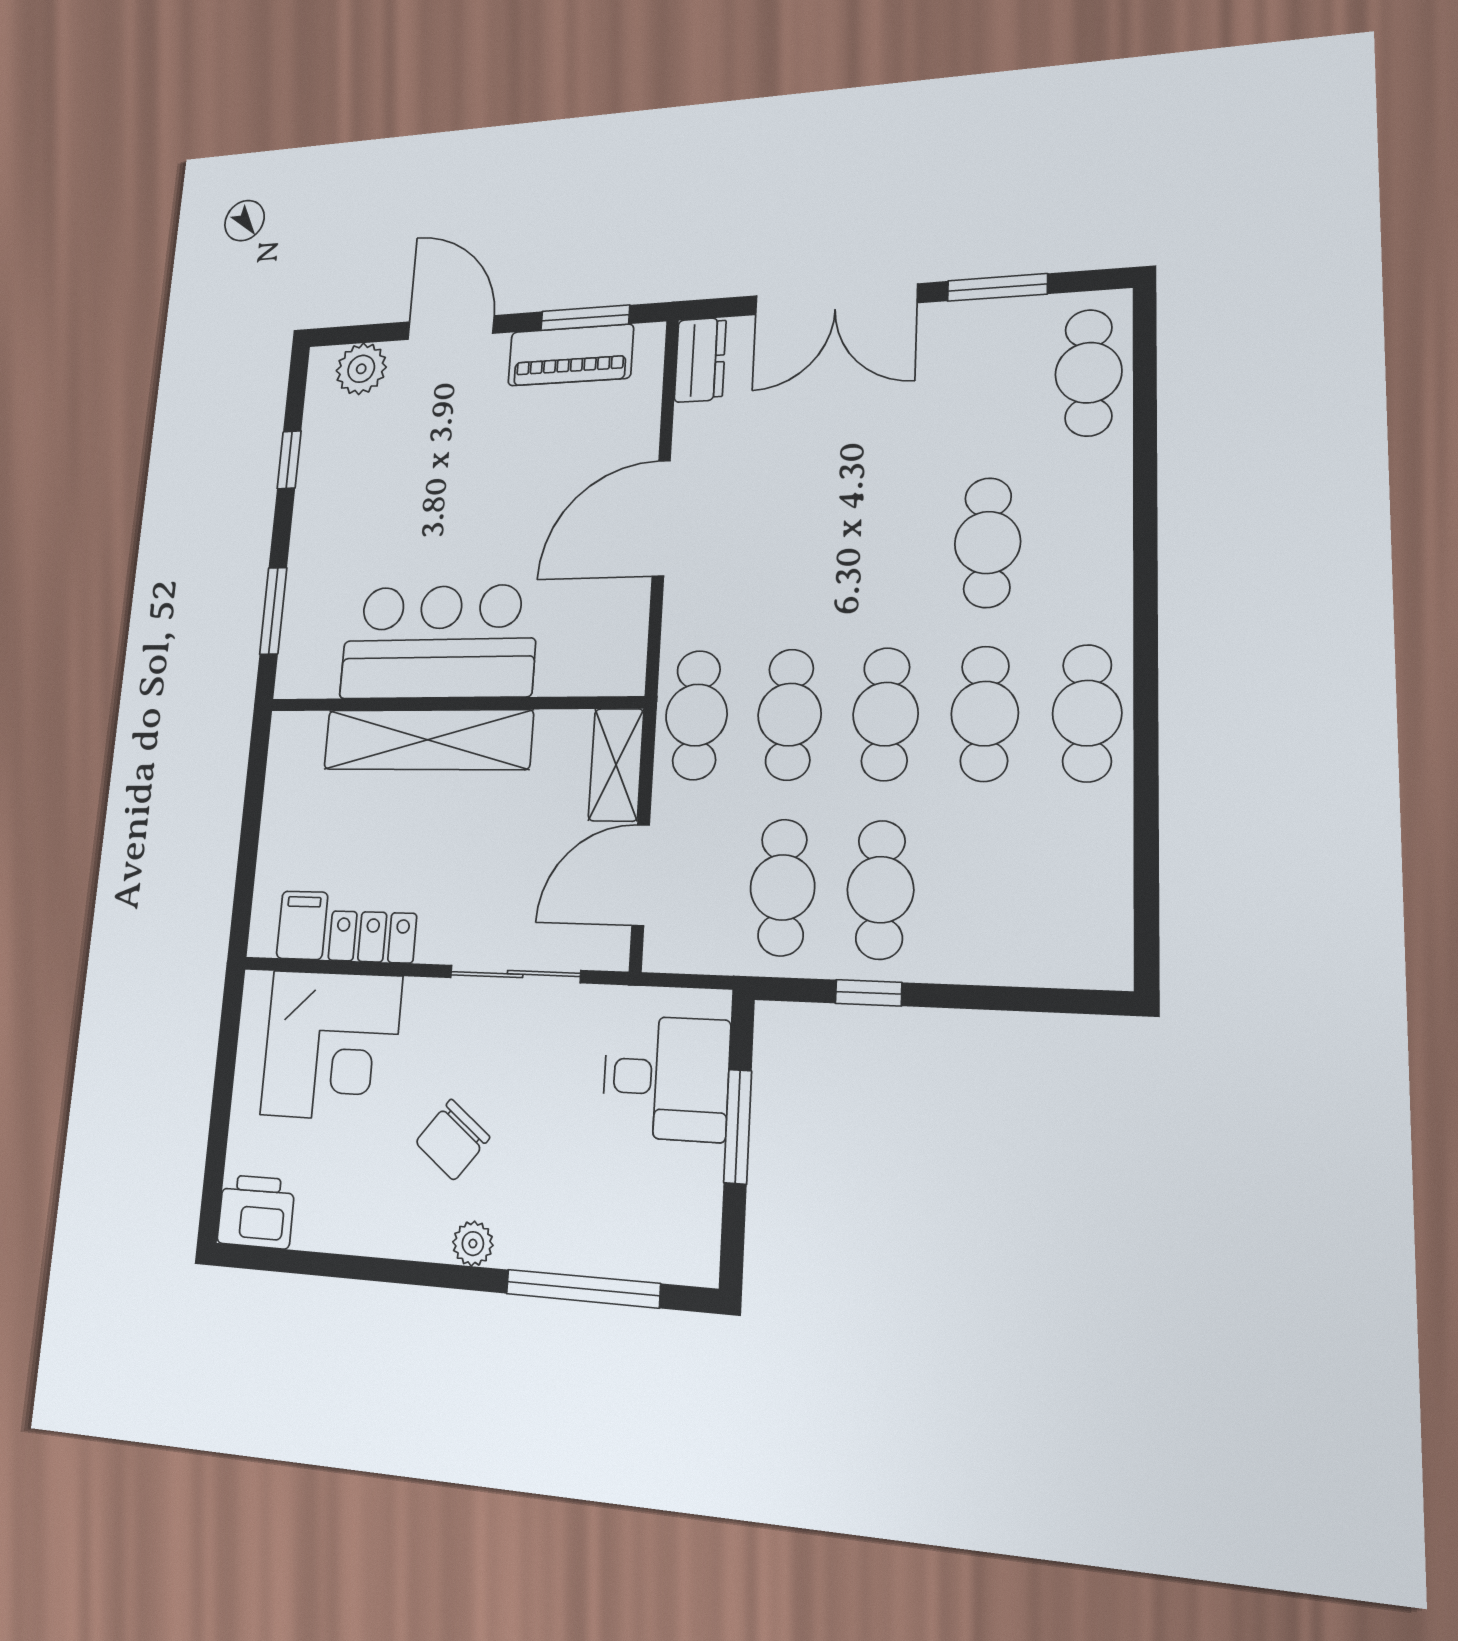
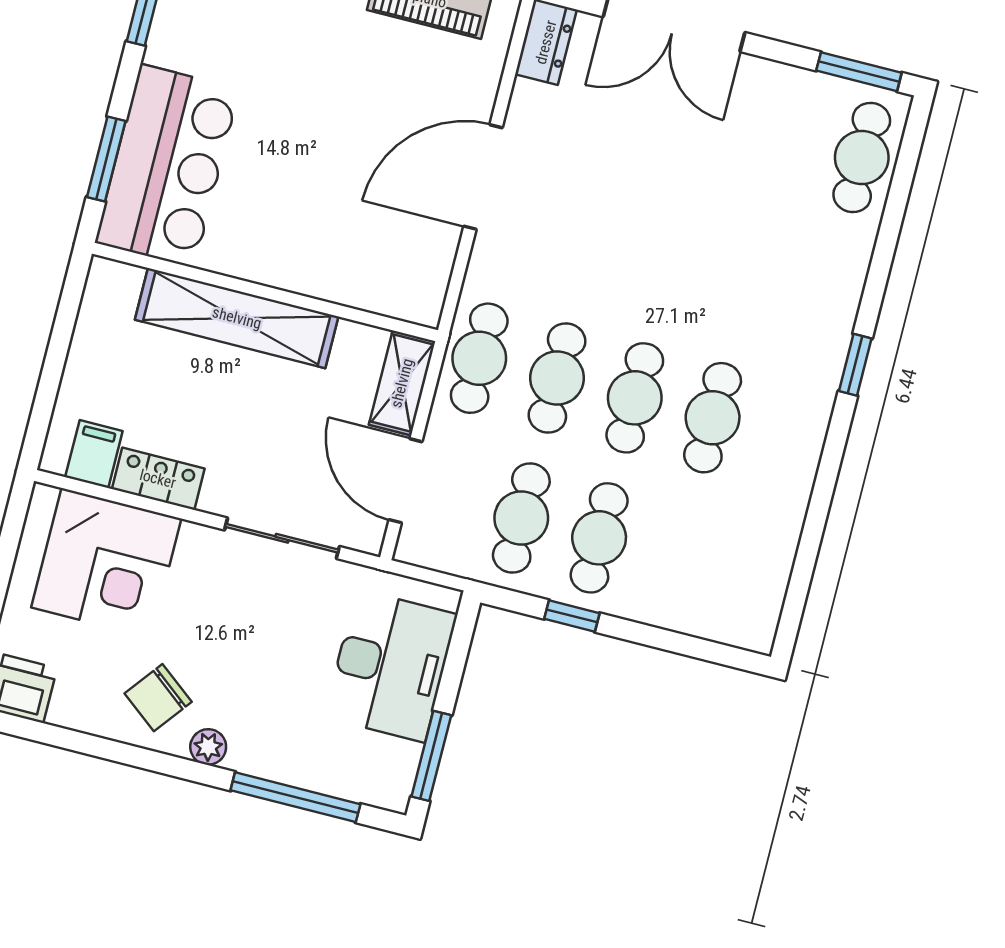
window: (997, 287) -> (859, 72), moved
cafe table: (988, 543) -> (748, 278), removed
window: (1145, 607) -> (855, 365), added
bar counter: (439, 642) -> (167, 166), moved, turned 90
cafe table: (1087, 713) -> (790, 438), removed
door: (641, 875) -> (406, 481), hinge flipped
desk: (666, 1078) -> (391, 666), width x1.37
window: (738, 1126) -> (431, 756), moved
chair: (453, 1140) -> (158, 698), moved

